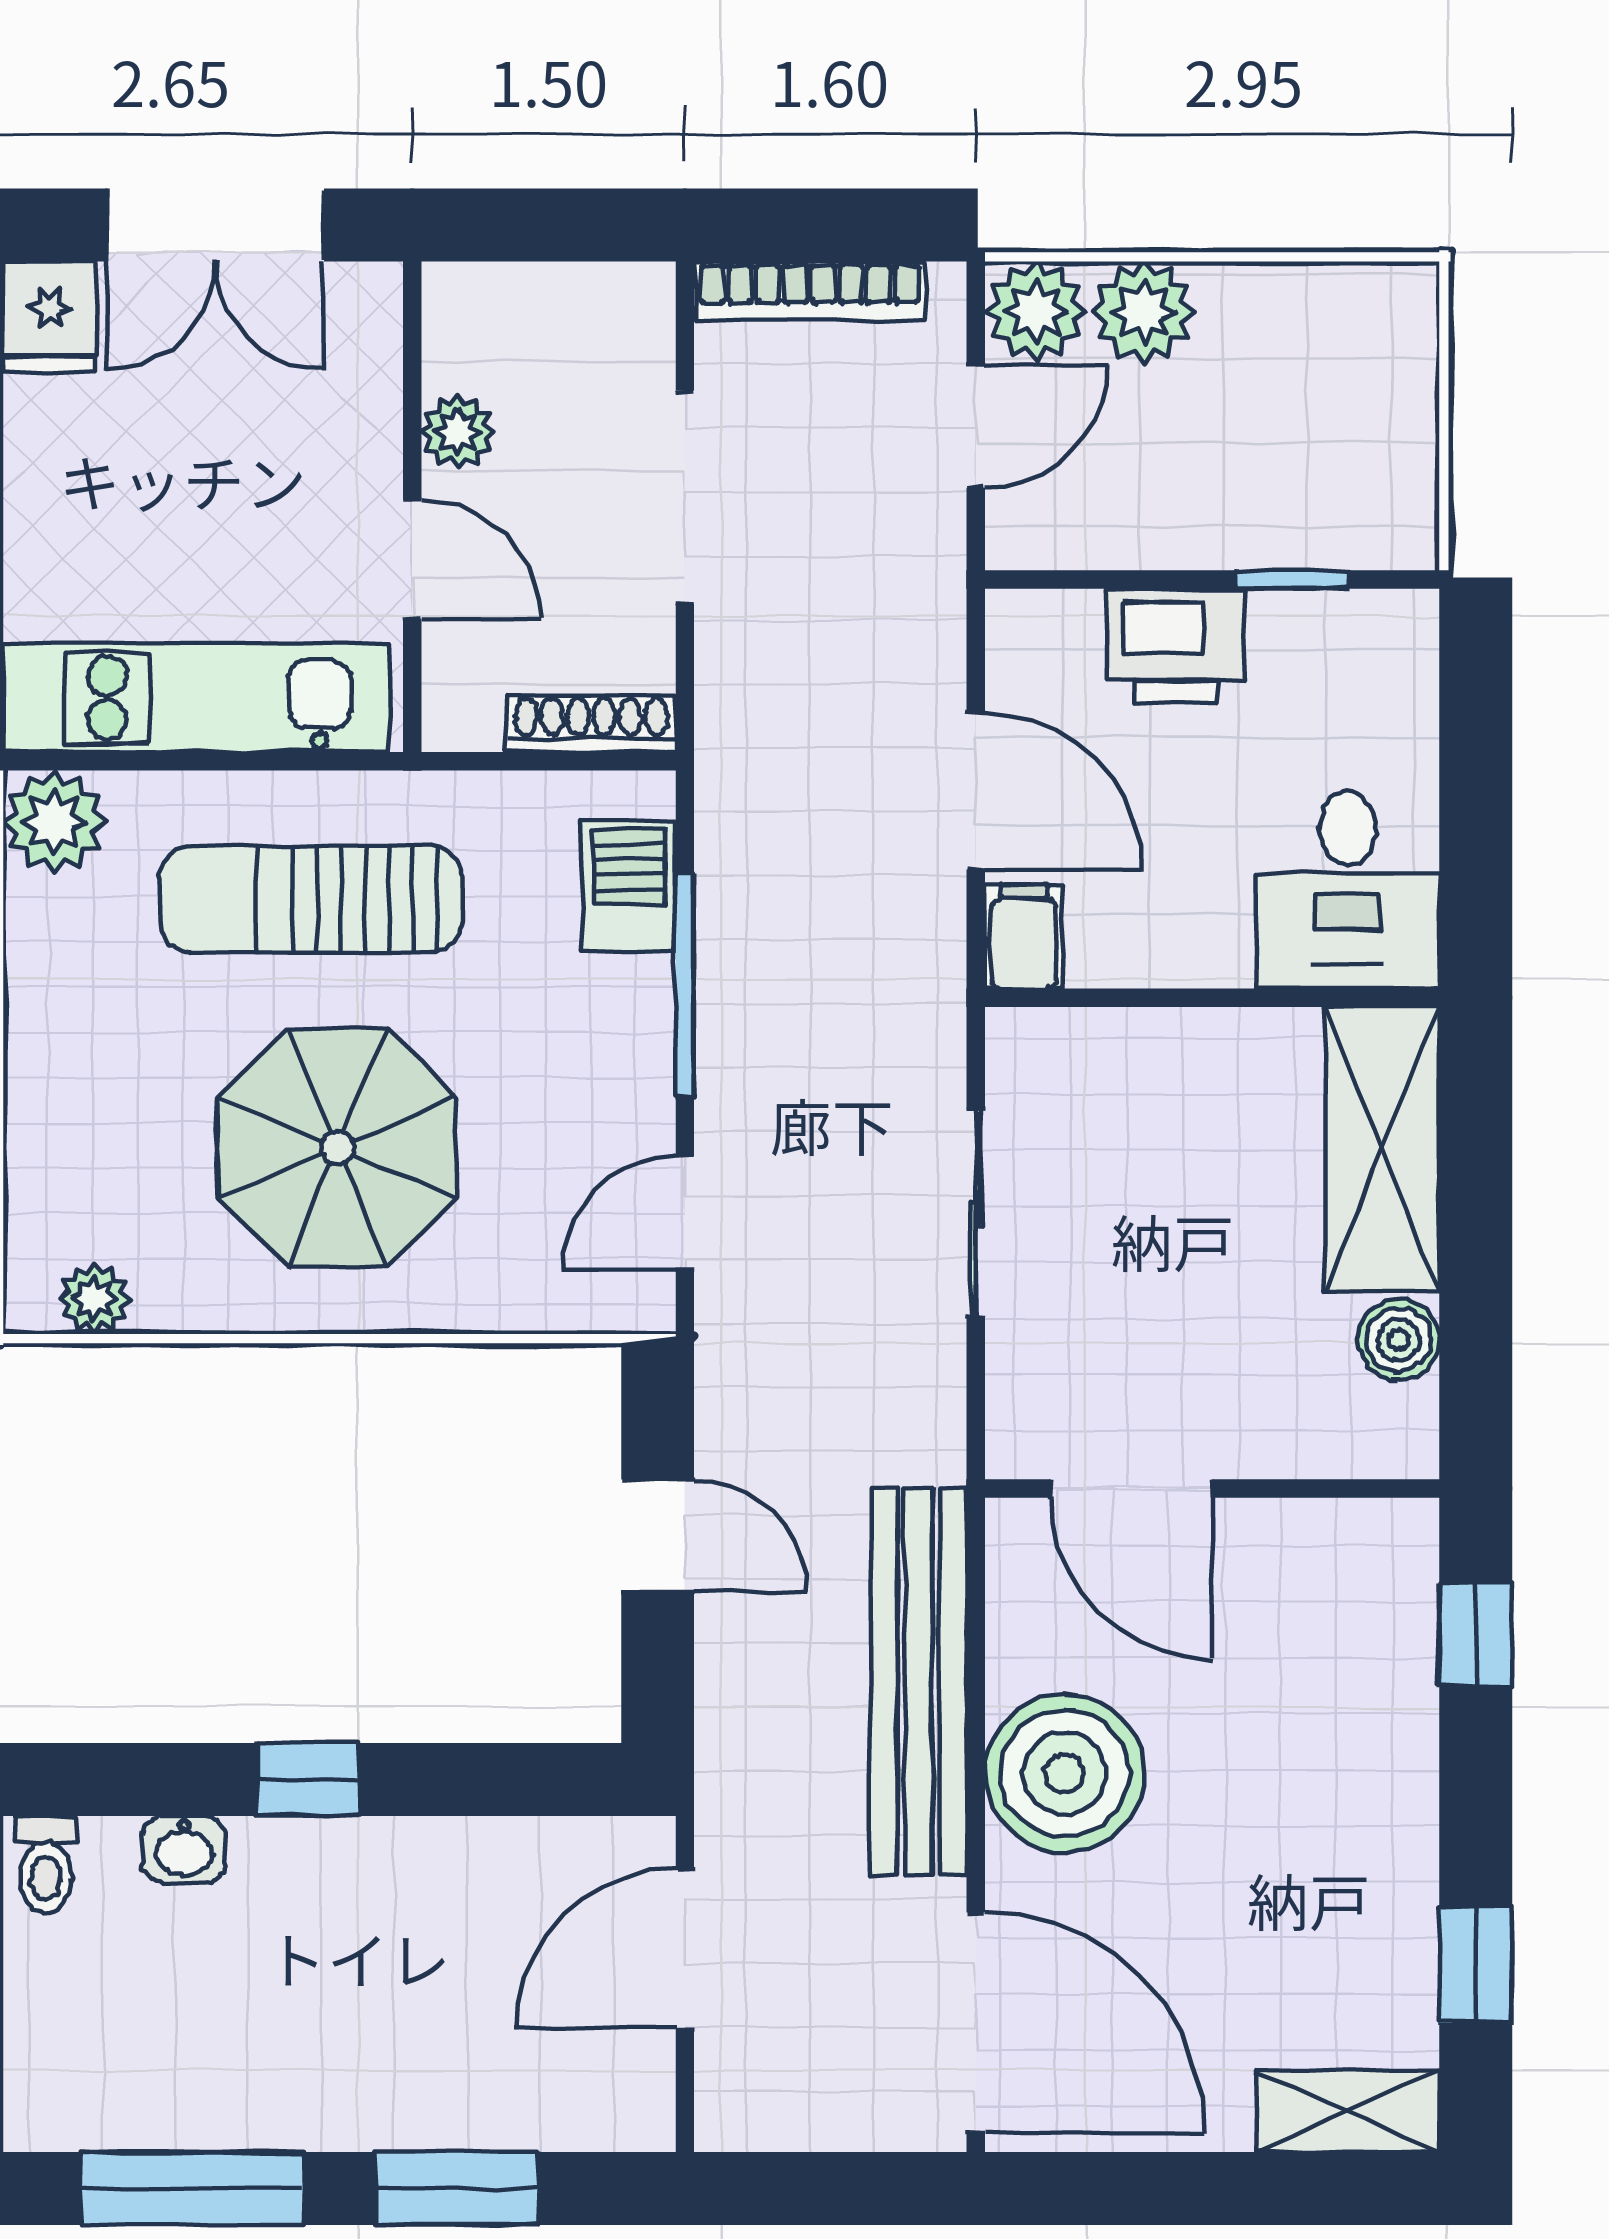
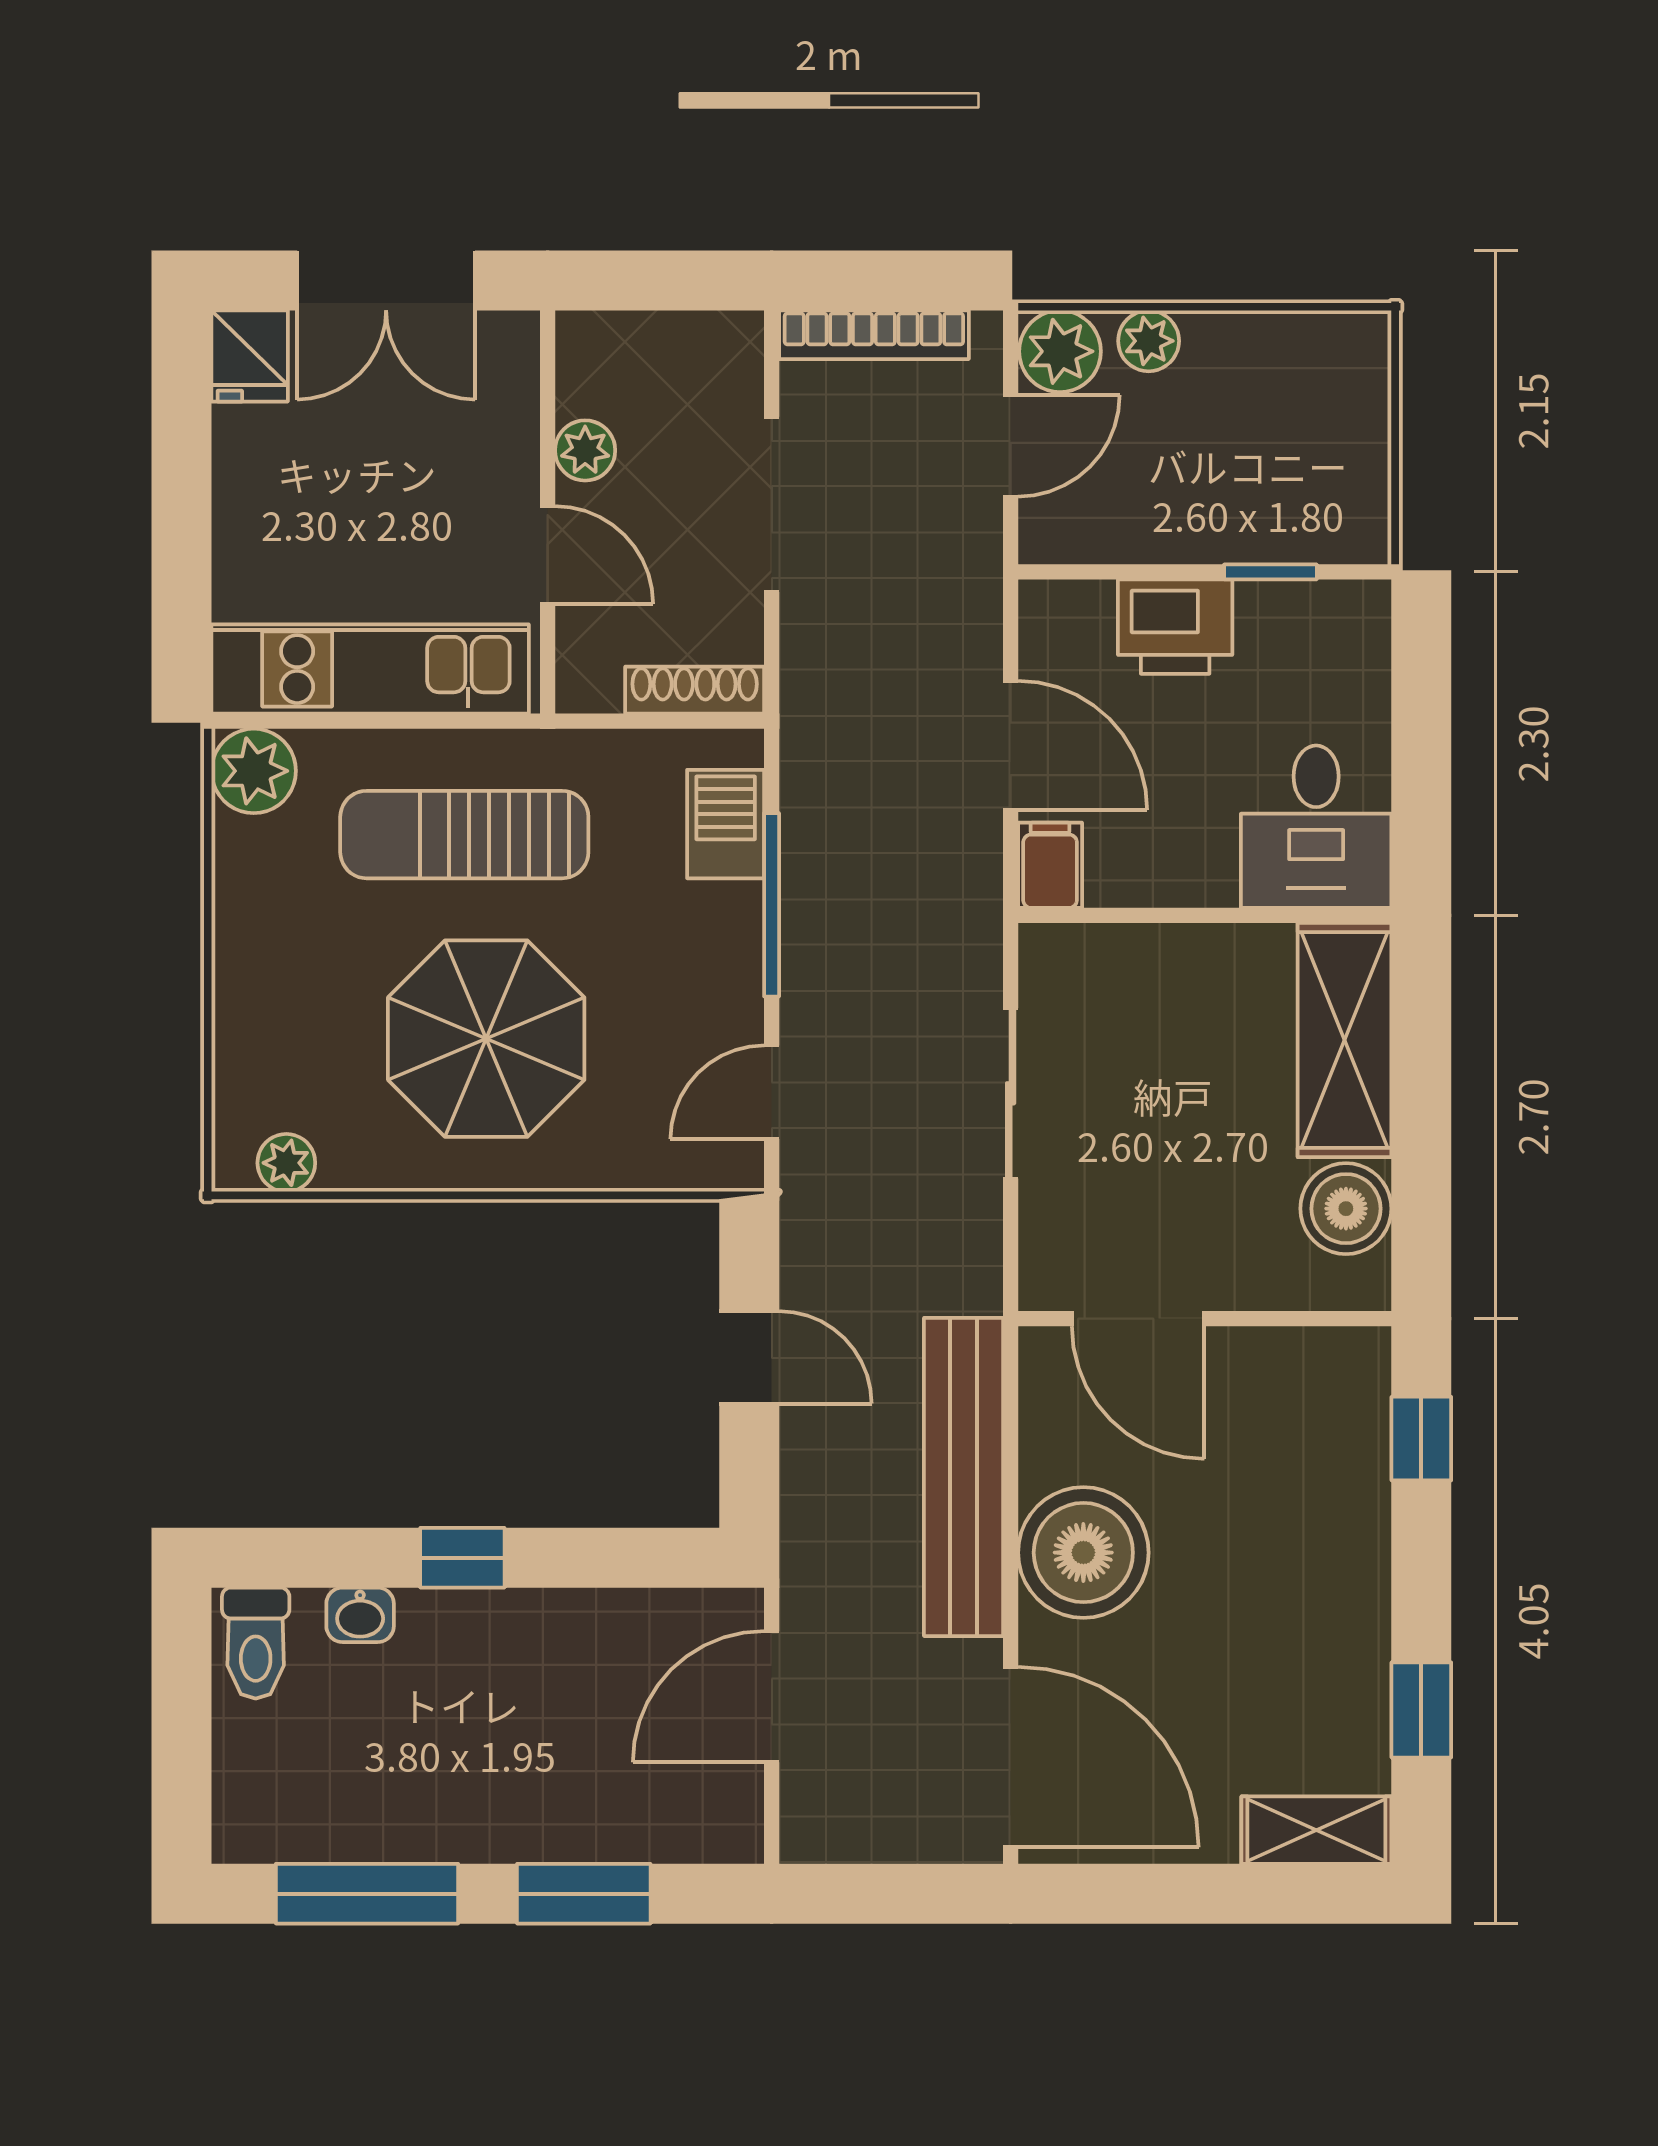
plant: (1144, 312) -> (1149, 341), width x0.73, depth x0.73
boiler: (1399, 1340) -> (1346, 1209), width x1.36, depth x1.36
toilet: (46, 1865) -> (256, 1643), width x1.37, depth x1.39

